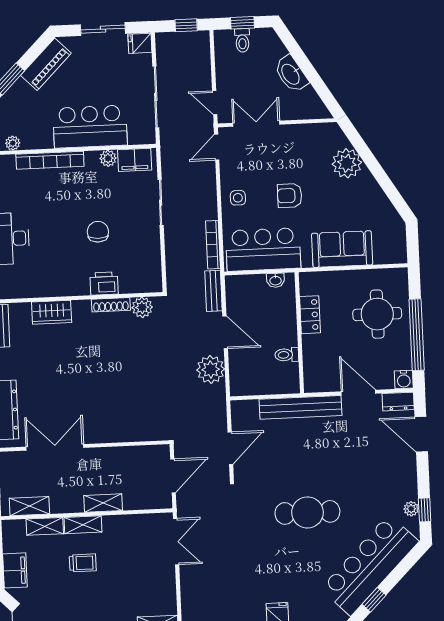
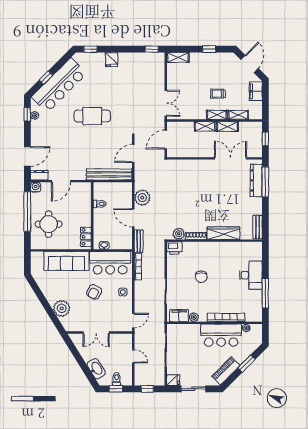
washbasin: (291, 74) -> (96, 369), moved
door: (215, 103) -> (133, 356), moved
double door: (256, 124) -> (96, 333), moved
bar counter: (90, 127) -> (221, 335), moved
armchair: (290, 196) -> (94, 292), turned 119
sofa: (342, 249) -> (66, 261), width x1.36
printer: (104, 283) -> (174, 248), moved
wardrobe: (52, 312) -> (224, 233), width x1.50
locker: (310, 315) -> (86, 237), moved
door: (358, 393) -> (61, 181), hinge flipped
bench: (301, 407) -> (109, 174), moved
door: (421, 434) -> (27, 156), hinge flipped
double door: (55, 447) -> (231, 158), swing flipped
shelving: (29, 506) -> (227, 127), moved
double door: (176, 542) -> (166, 103), swing flipped
window: (374, 600) -> (46, 78), moved

